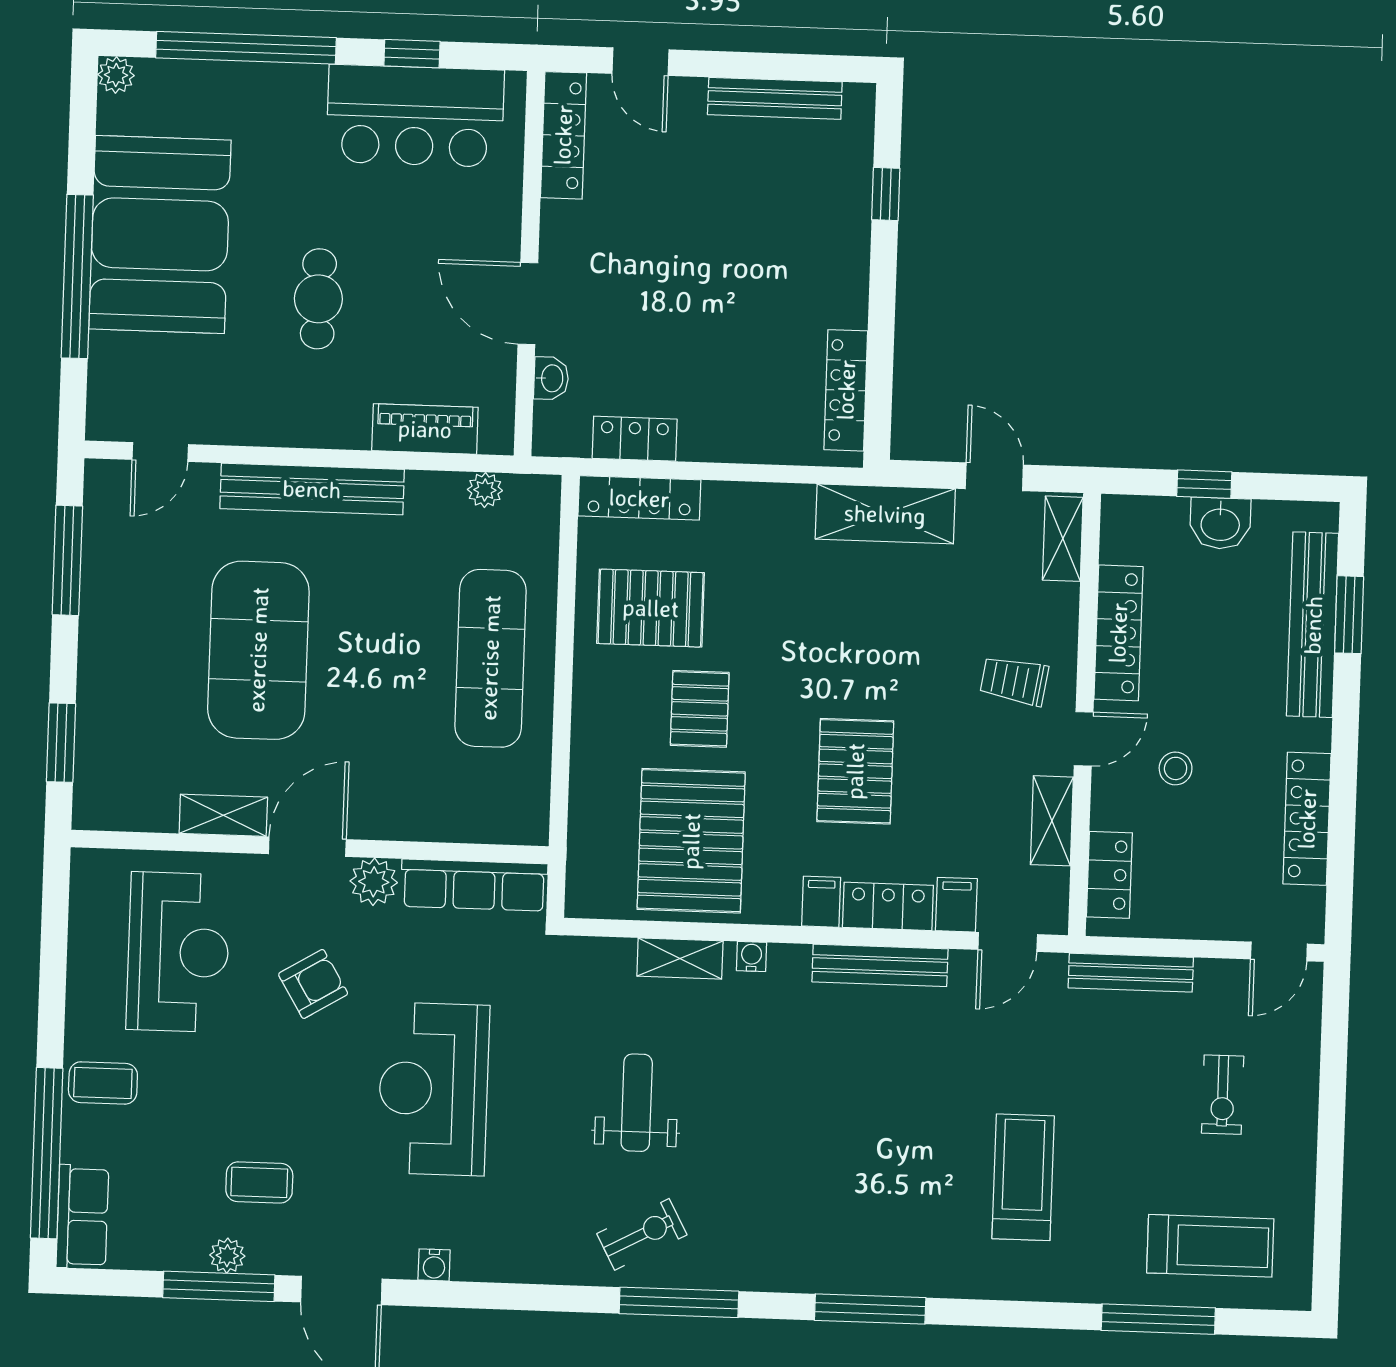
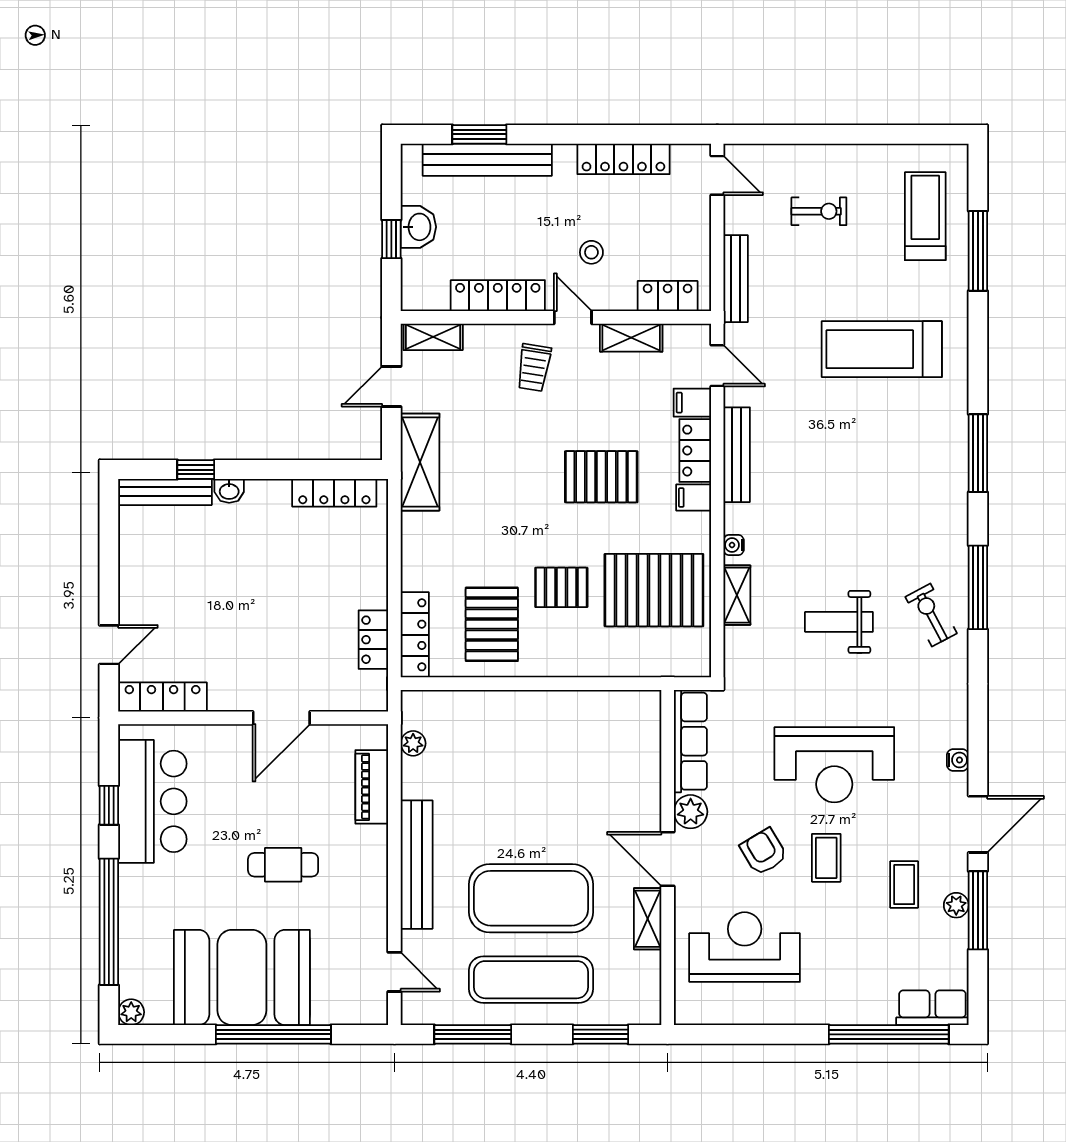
bench: (775, 98) -> (165, 492), moved, turned 90
washbasin: (551, 378) -> (229, 491), moved, turned 180
exercise mat: (490, 658) -> (531, 980), moved
coffee table: (103, 1083) -> (826, 858), moved
treadmill: (1023, 1177) -> (882, 349), width x1.37, depth x1.38

